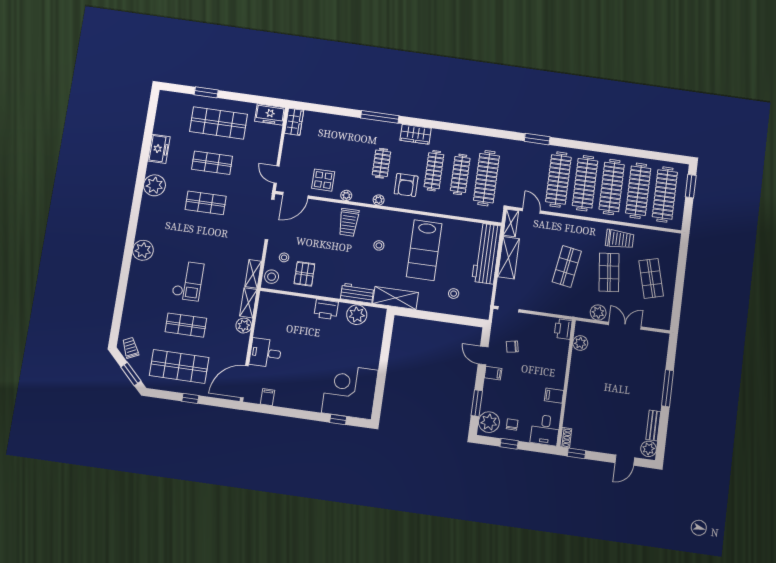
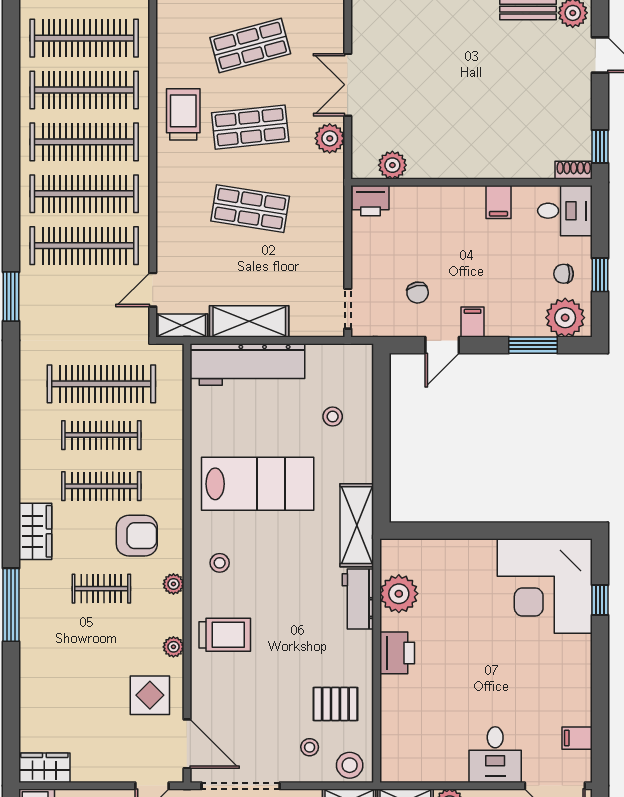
stool: (379, 245) -> (220, 563), moved

